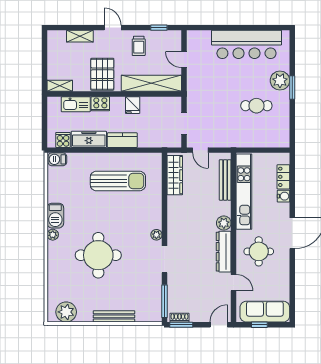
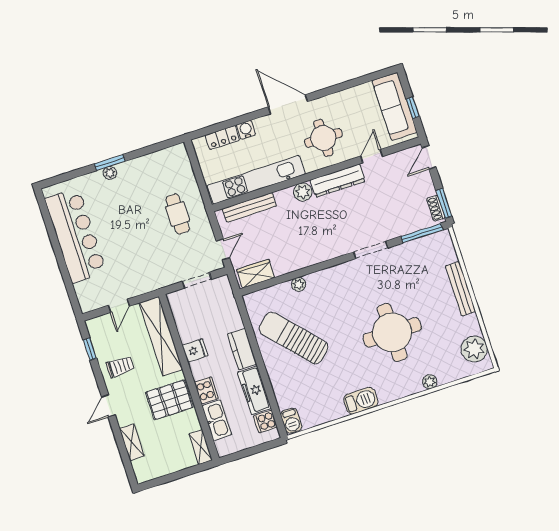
plant: (280, 81) -> (110, 173), width x0.53, depth x0.53
cafe table: (256, 106) -> (178, 214), moved
wardrobe: (175, 175) -> (256, 274), width x0.67
sun lounger: (118, 181) -> (294, 338), turned -42
plant: (53, 235) -> (430, 382), moved
plant: (156, 235) -> (299, 284), moved
door: (219, 325) -> (429, 157), hinge flipped

